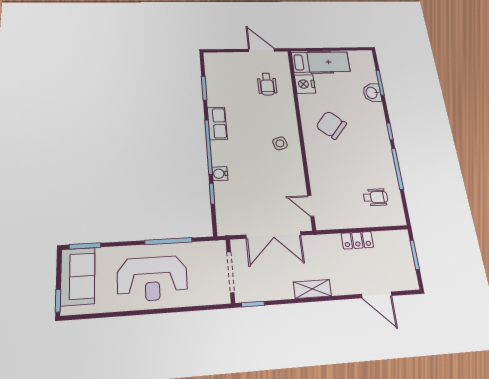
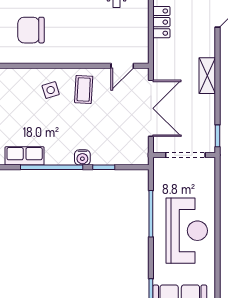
chair: (331, 125) -> (31, 30), turned 50
coffee table: (284, 172) -> (84, 89), added

